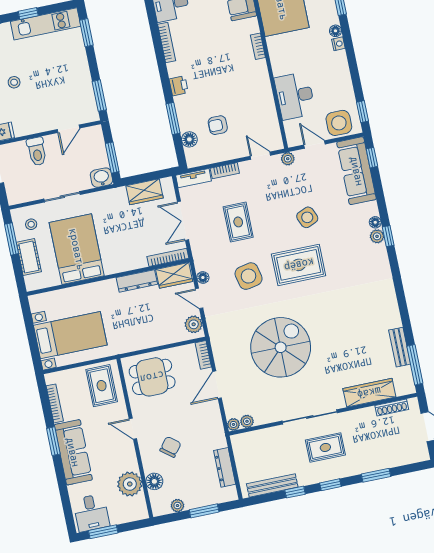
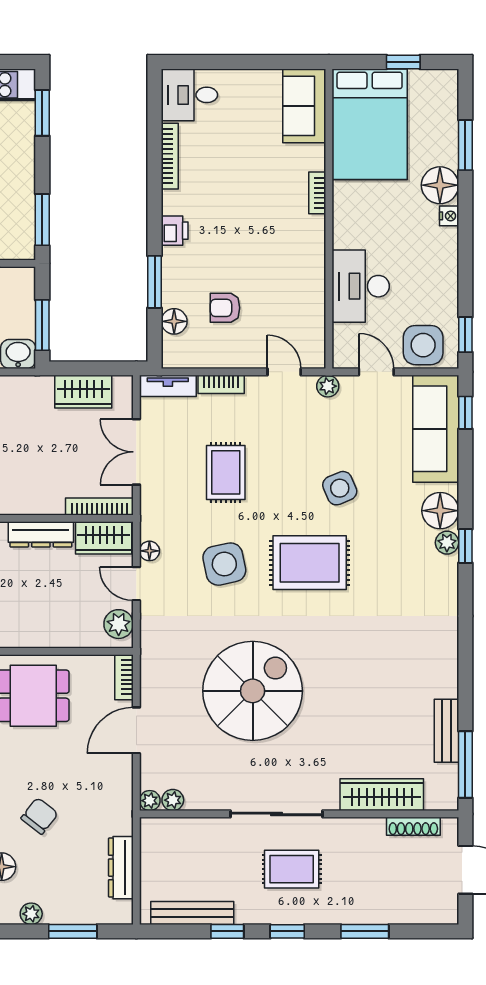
floor lamp: (335, 31) -> (440, 185), width x1.89, depth x1.89
floor lamp: (375, 222) -> (440, 511), width x1.89, depth x1.89

